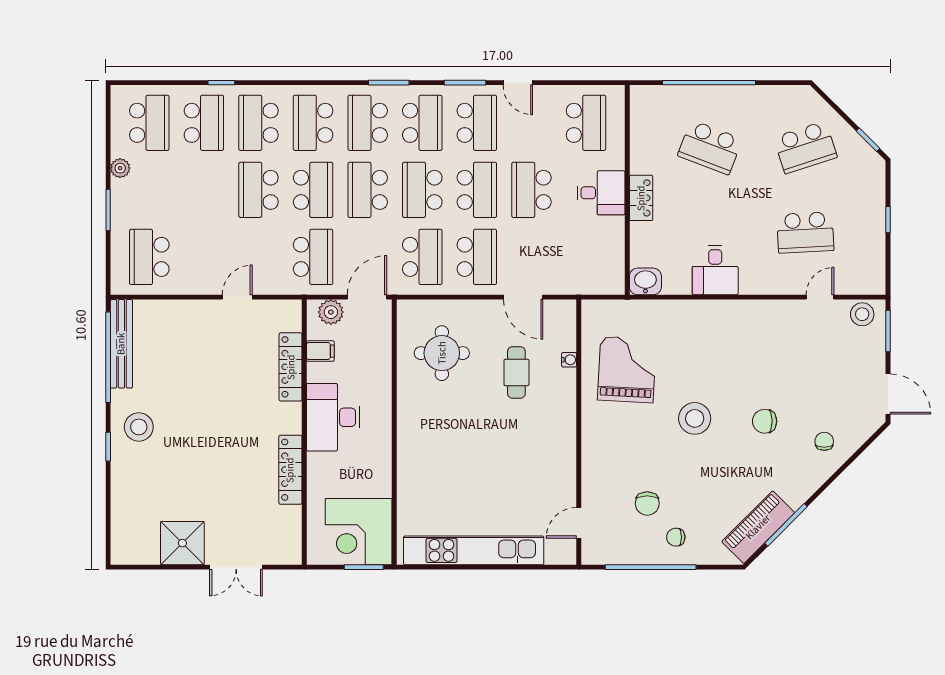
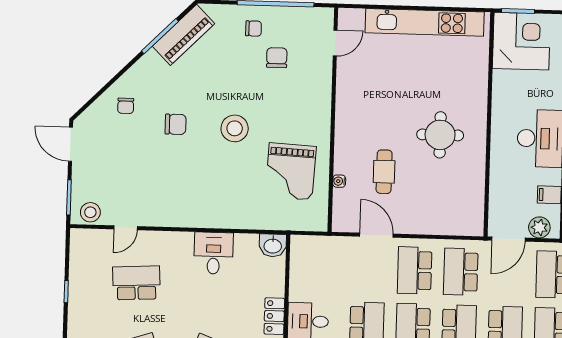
round table: (442, 353) -> (440, 135), moved

